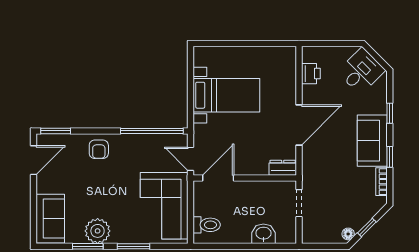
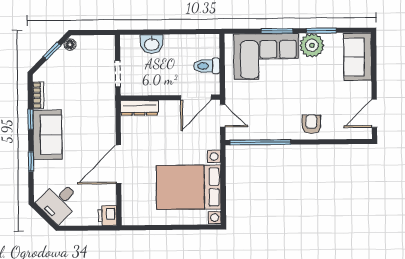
printer: (311, 74) -> (107, 216), moved
bed with nightstands: (226, 95) -> (189, 187), width x1.36
door: (299, 125) -> (119, 164), moved
window: (56, 131) -> (353, 142), removed
dresser: (283, 168) -> (139, 108), width x1.44
corner sofa: (164, 206) -> (266, 57), moved, turned 90
toilet: (207, 225) -> (207, 66), moved

